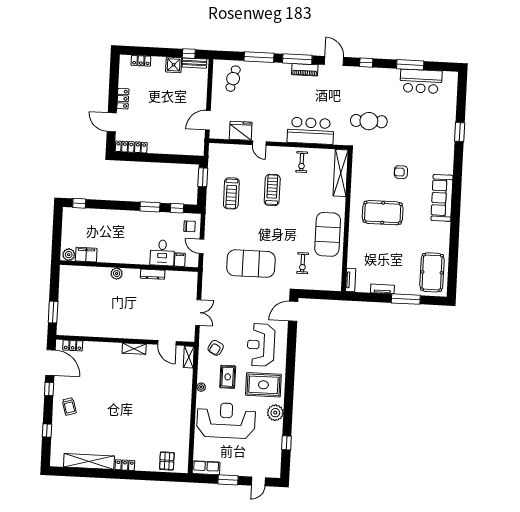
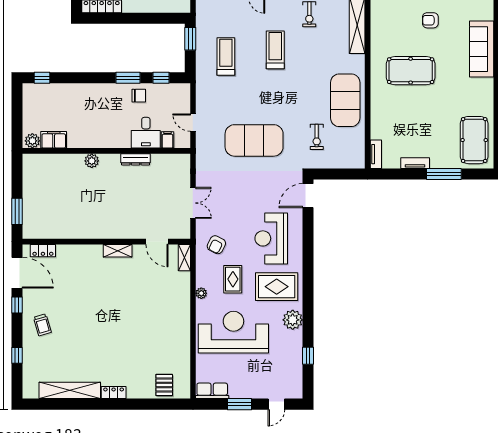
treadmill: (231, 193) -> (226, 57), turned 180
chair: (189, 226) -> (139, 96), moved

